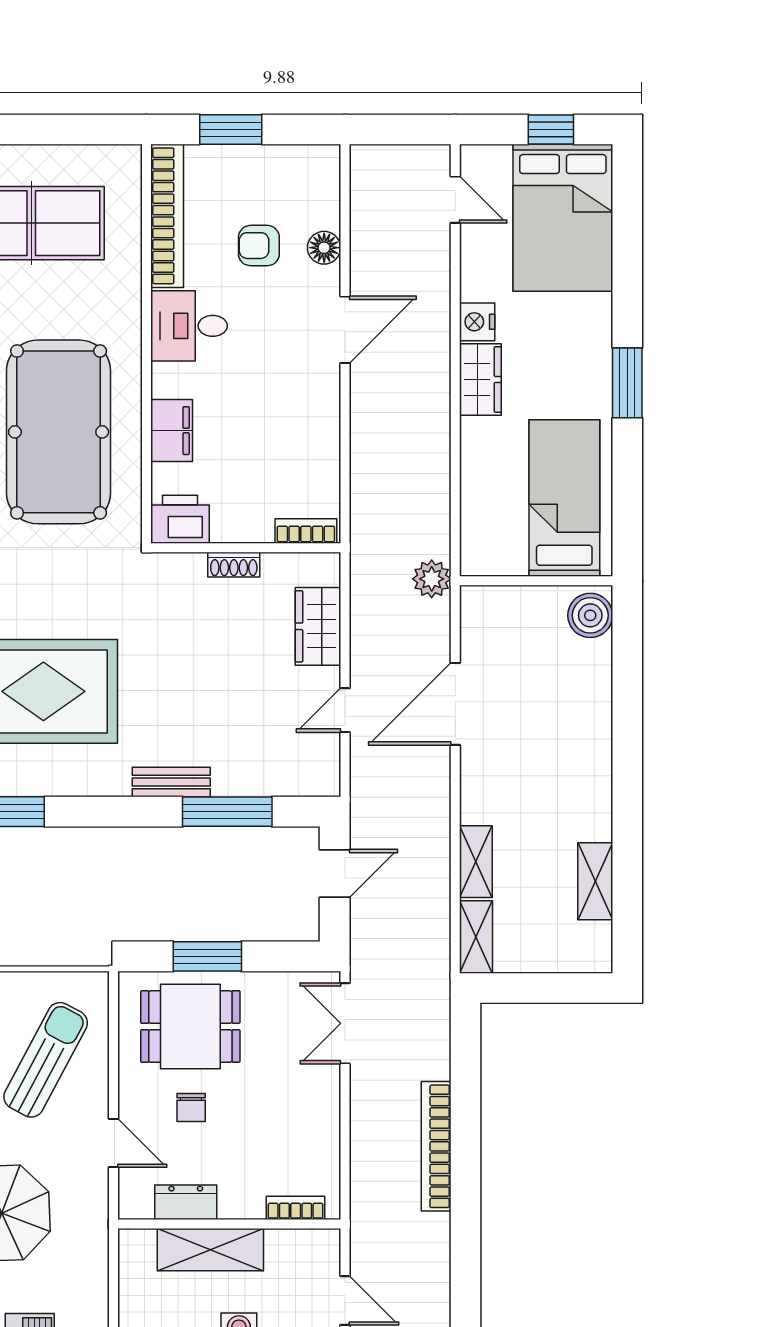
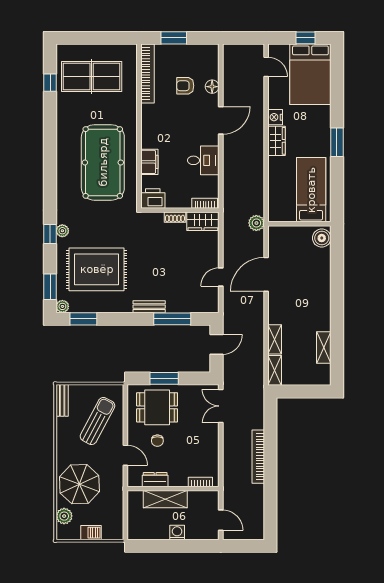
desk: (189, 326) -> (203, 160), moved, turned 180
wardrobe: (318, 626) -> (203, 221), moved, turned -90

